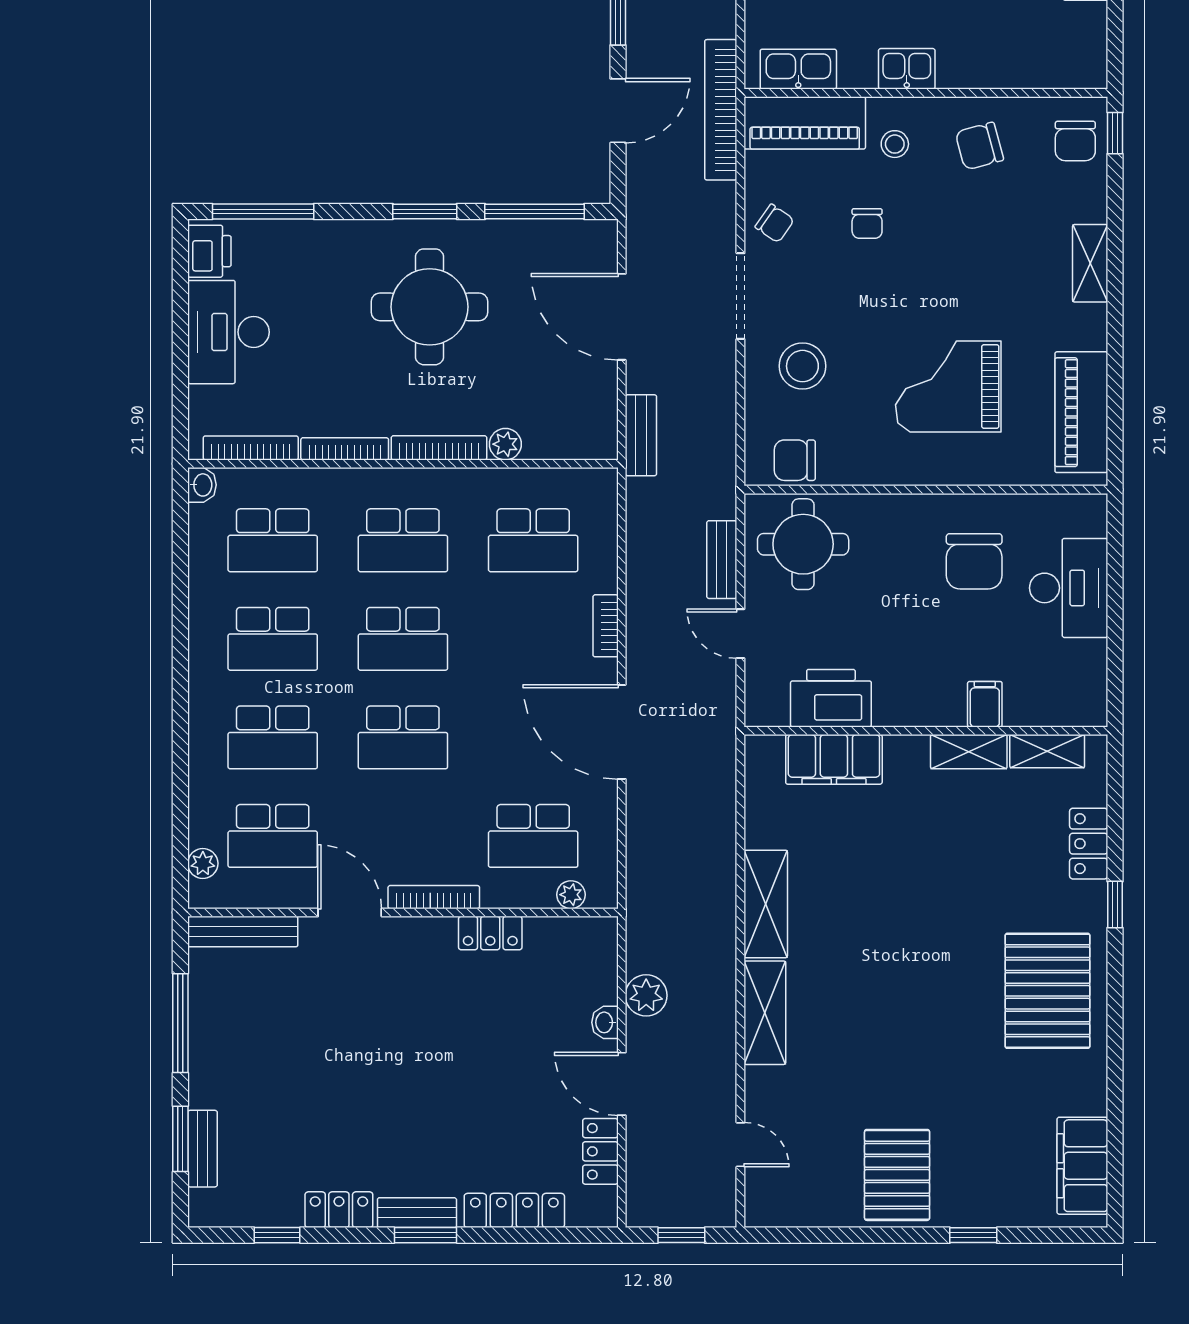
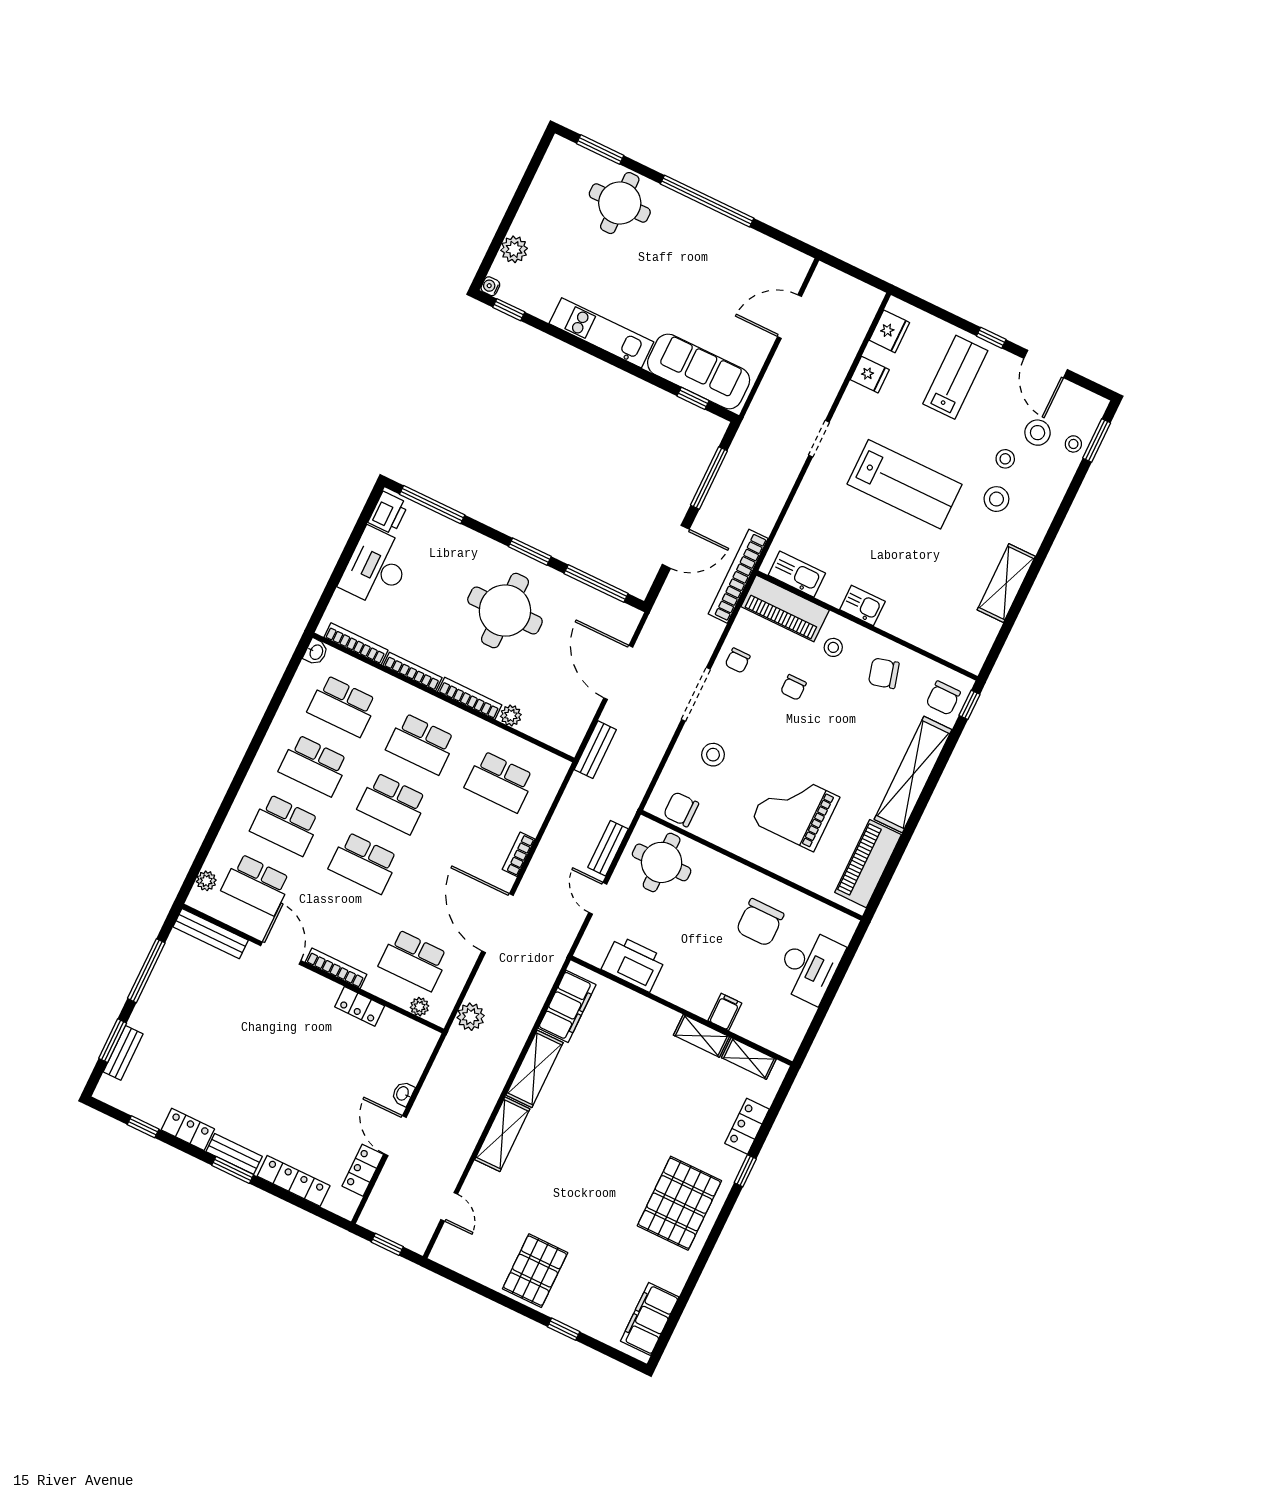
chair: (775, 223) -> (738, 660), turned 55
shelving: (1090, 263) -> (913, 775), width x2.20, depth x1.33
stool: (802, 366) -> (713, 755), width x0.73, depth x0.73
filing cabinet: (834, 759) -> (567, 1006), moved, turned -90
plant: (646, 995) -> (471, 1017), moved

